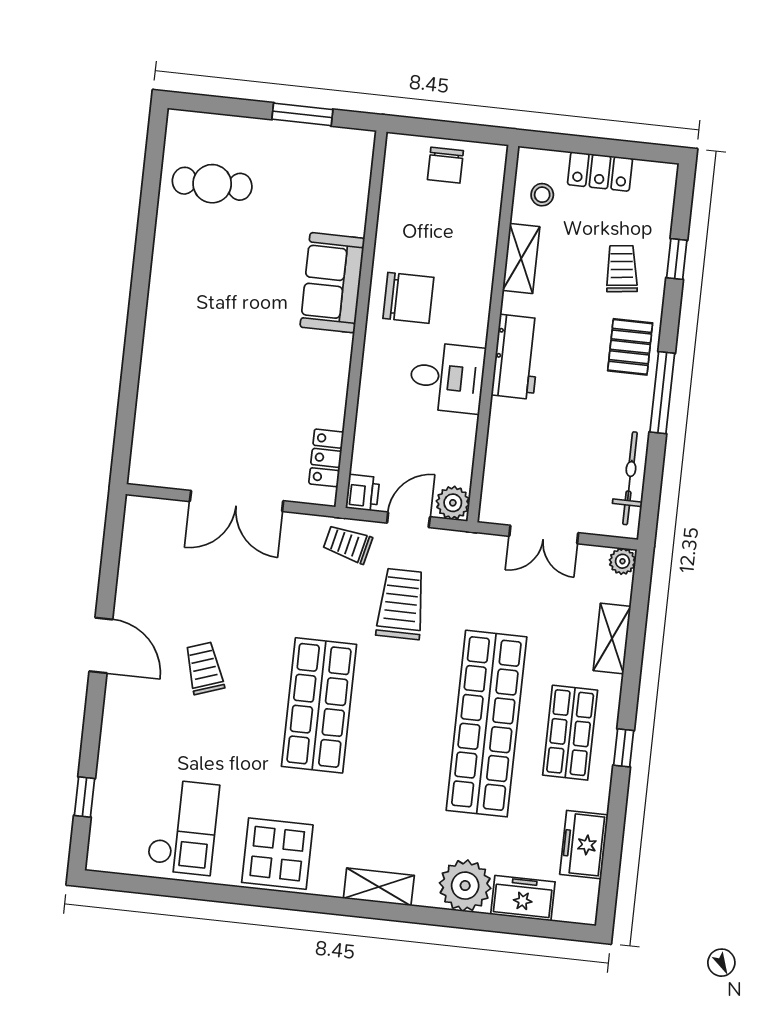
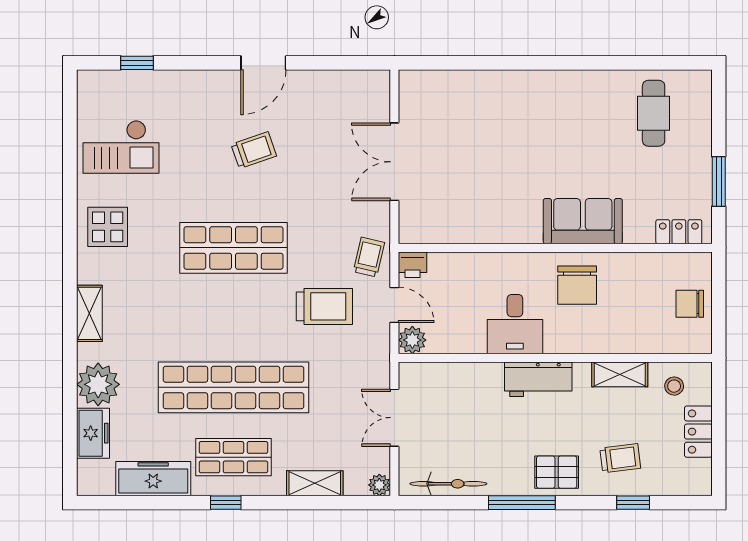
locker: (326, 458) -> (679, 232), moved
freezer: (584, 845) -> (153, 479), width x1.40
display table: (277, 854) -> (108, 227), width x0.73, depth x0.73

